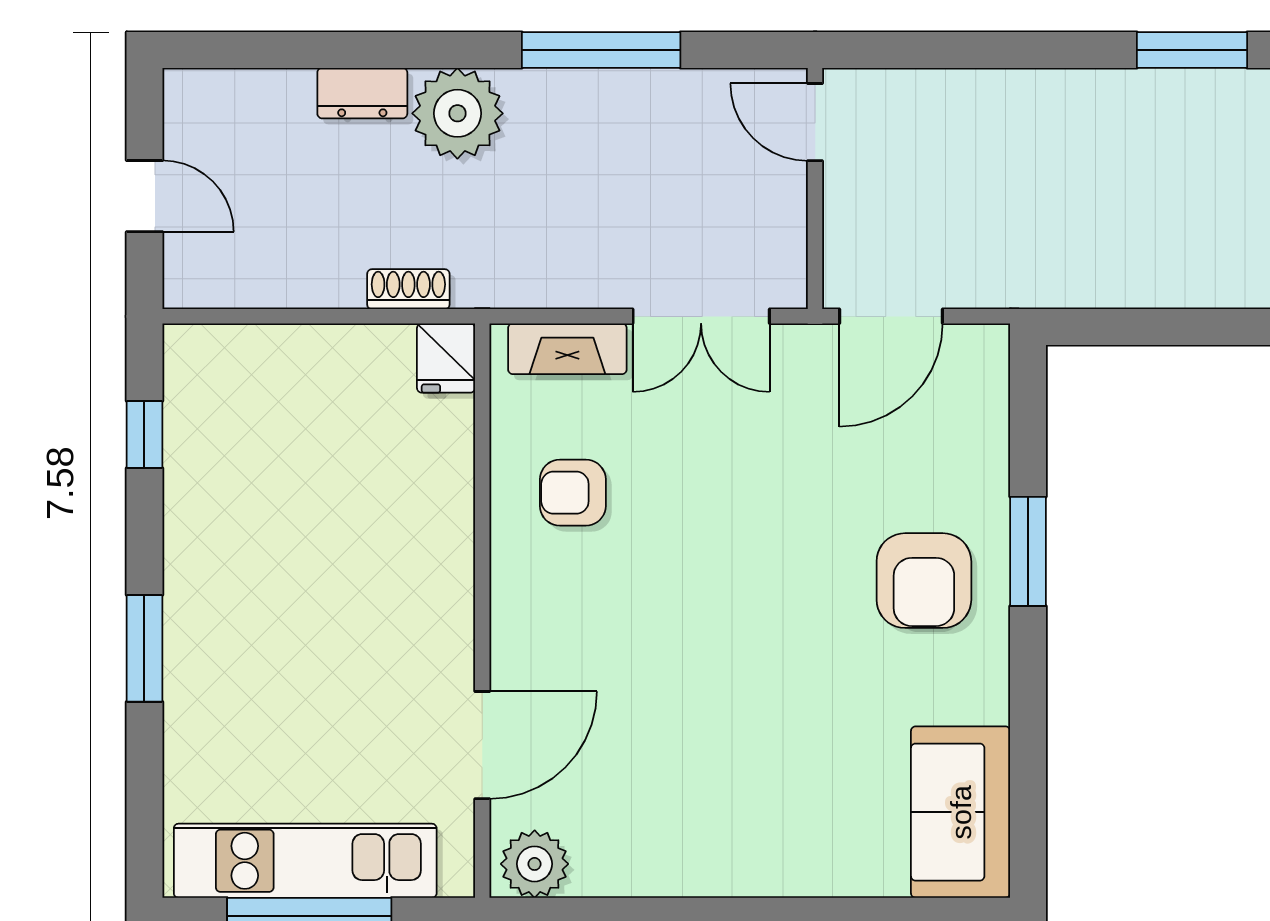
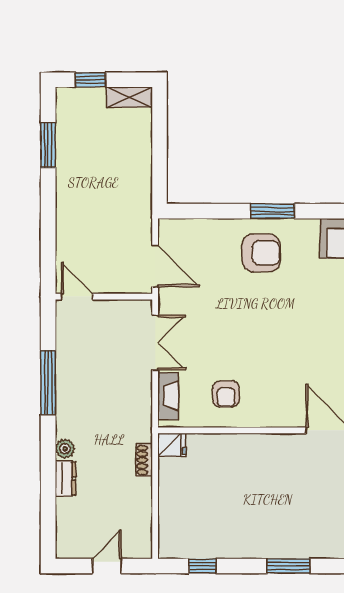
plant: (457, 113) -> (65, 449), width x0.53, depth x0.53
door: (815, 122) -> (77, 297), swing flipped
window: (1028, 551) -> (272, 211), moved

